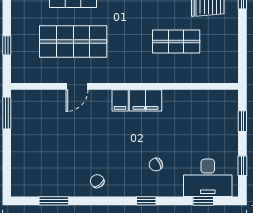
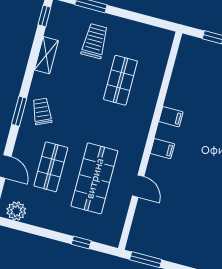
filing cabinet: (145, 100) -> (171, 117), width x0.50

